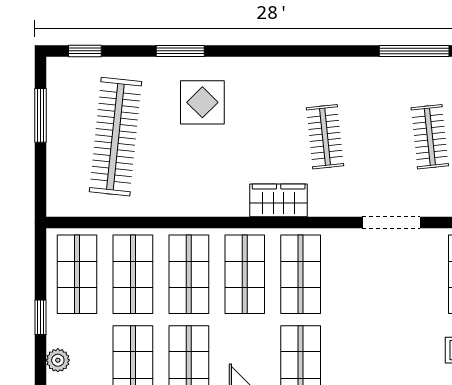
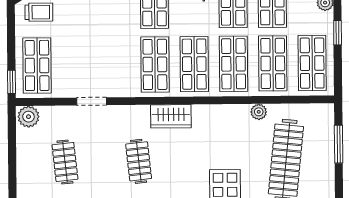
window: (40, 115) -> (339, 144), moved
plant: (154, 206) -> (259, 112), added
doorway: (391, 223) -> (91, 101), width x0.73

